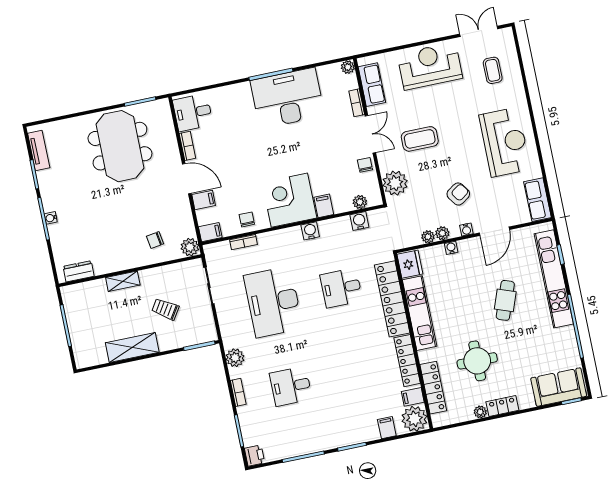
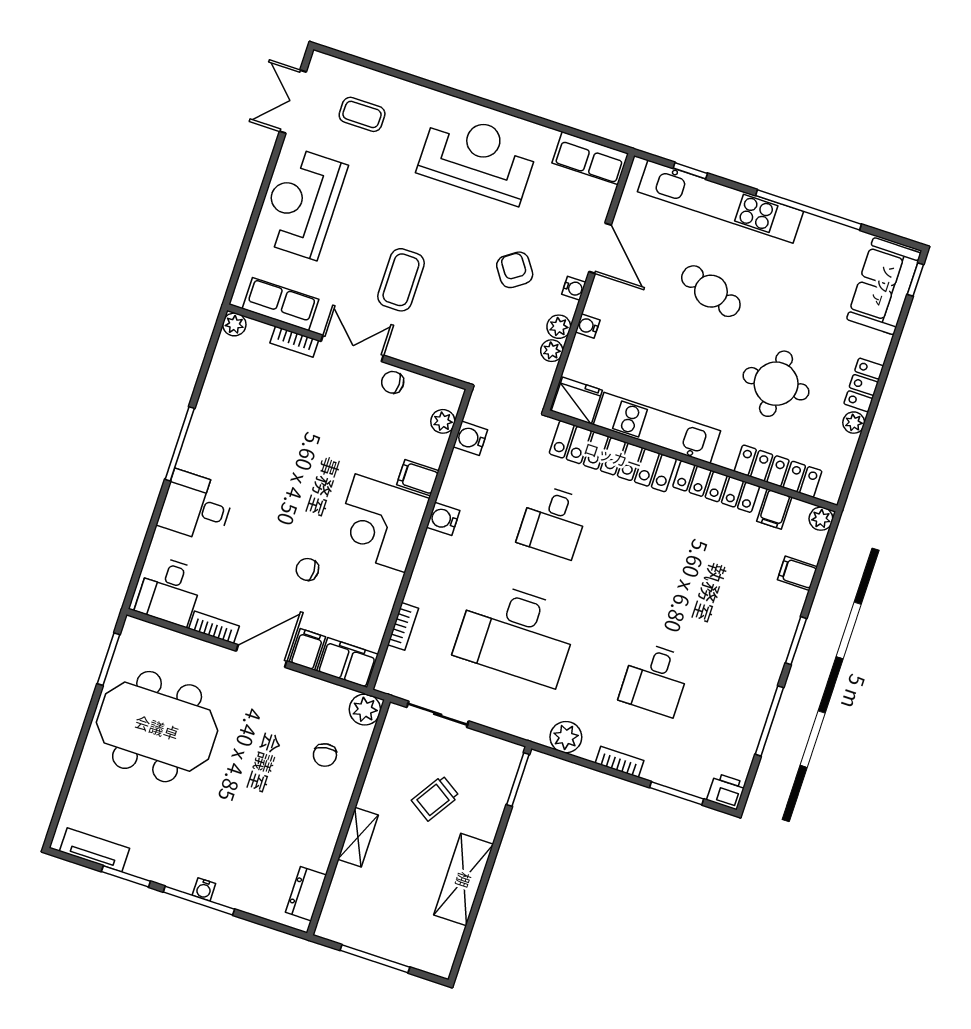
desk: (287, 98) -> (196, 507), moved, width x0.53, depth x0.77
plant: (395, 183) -> (445, 354), removed
chair: (247, 219) -> (307, 569), moved
filing cabinet: (210, 232) -> (348, 663), width x2.00
plant: (414, 419) -> (821, 519), width x0.53, depth x0.53

